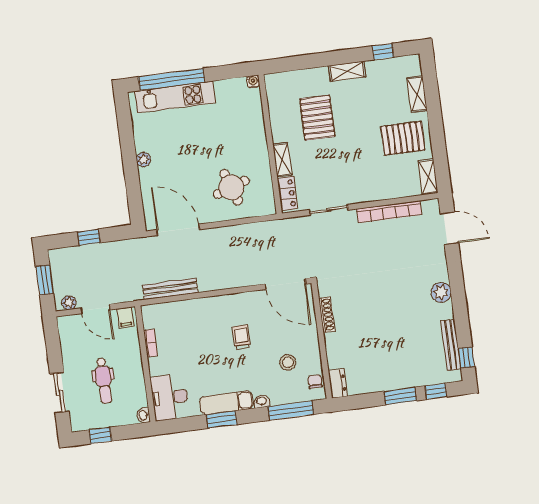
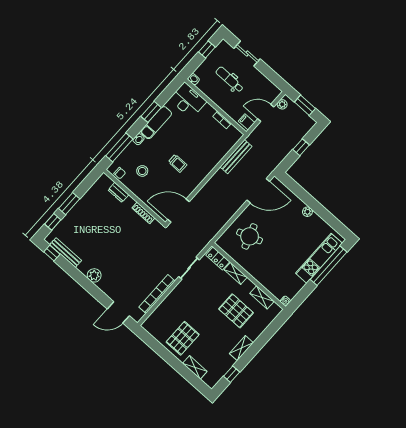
shelving: (428, 177) -> (262, 297), moved
dresser: (338, 383) -> (118, 192), moved

